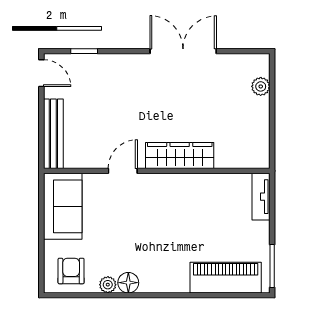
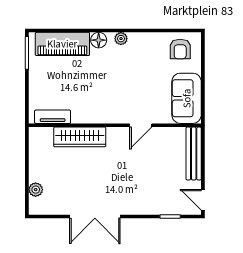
wardrobe: (180, 156) -> (80, 137), moved
tv unit: (261, 197) -> (53, 117), moved, turned -90
floor lamp: (128, 283) -> (99, 40), moved
plant: (108, 285) -> (121, 39), moved

